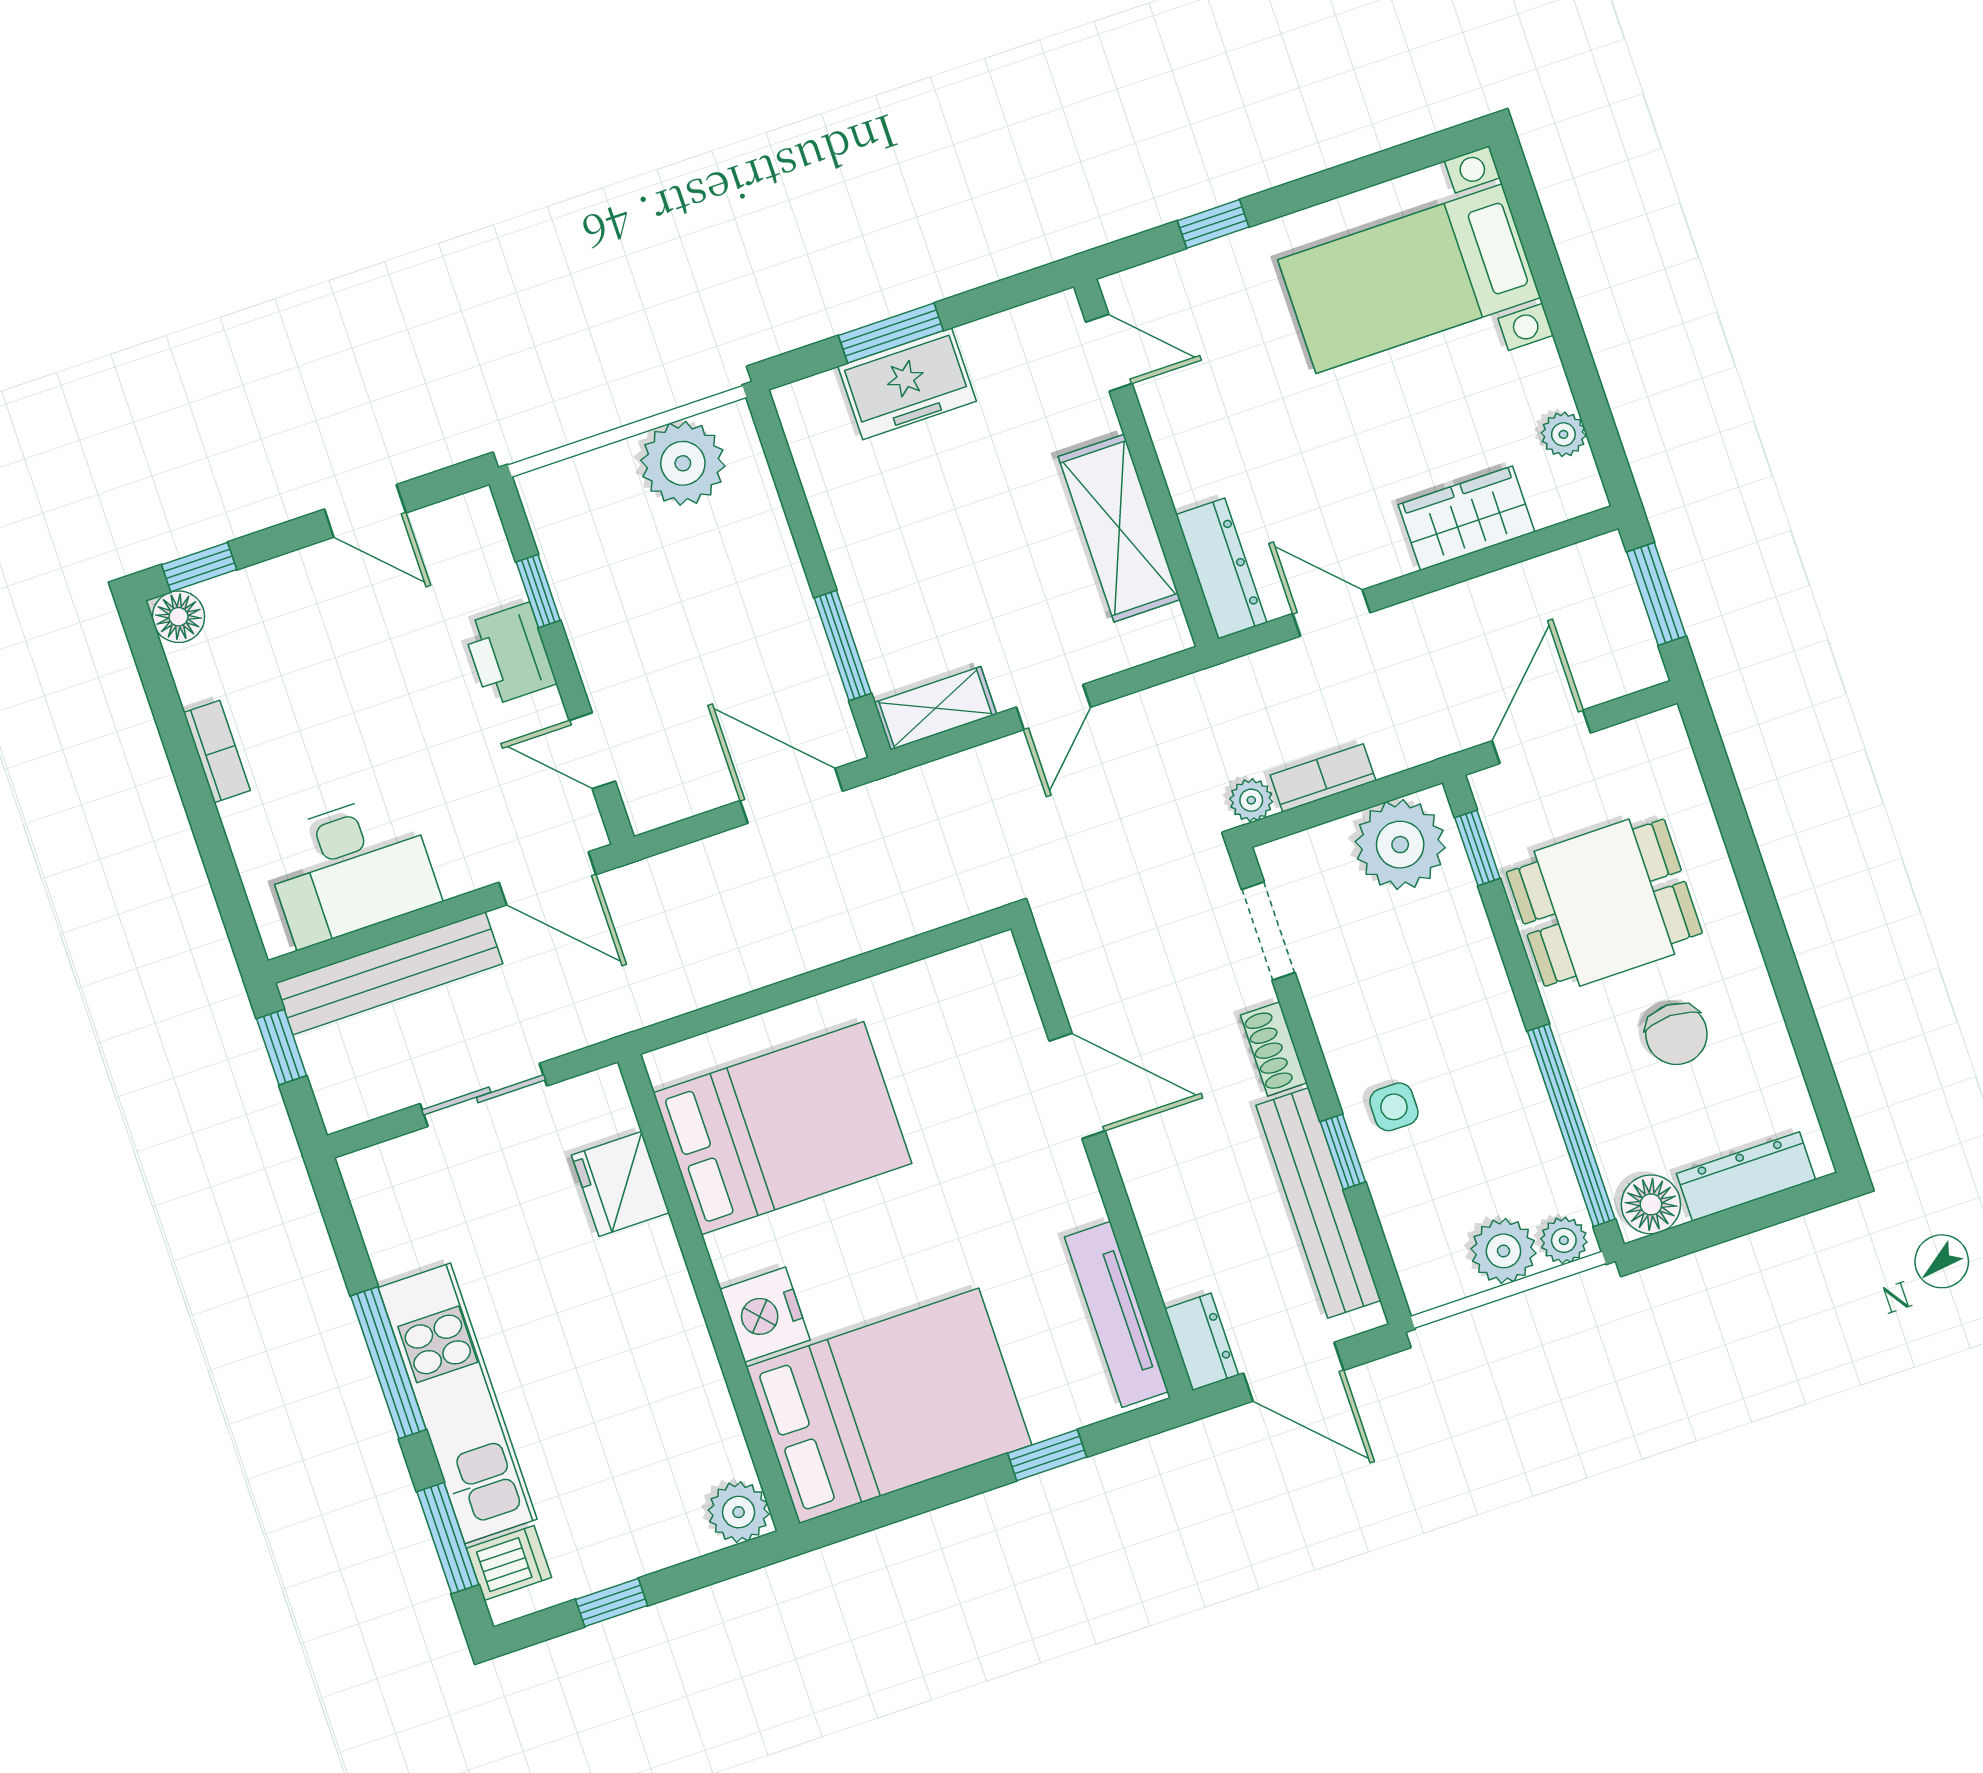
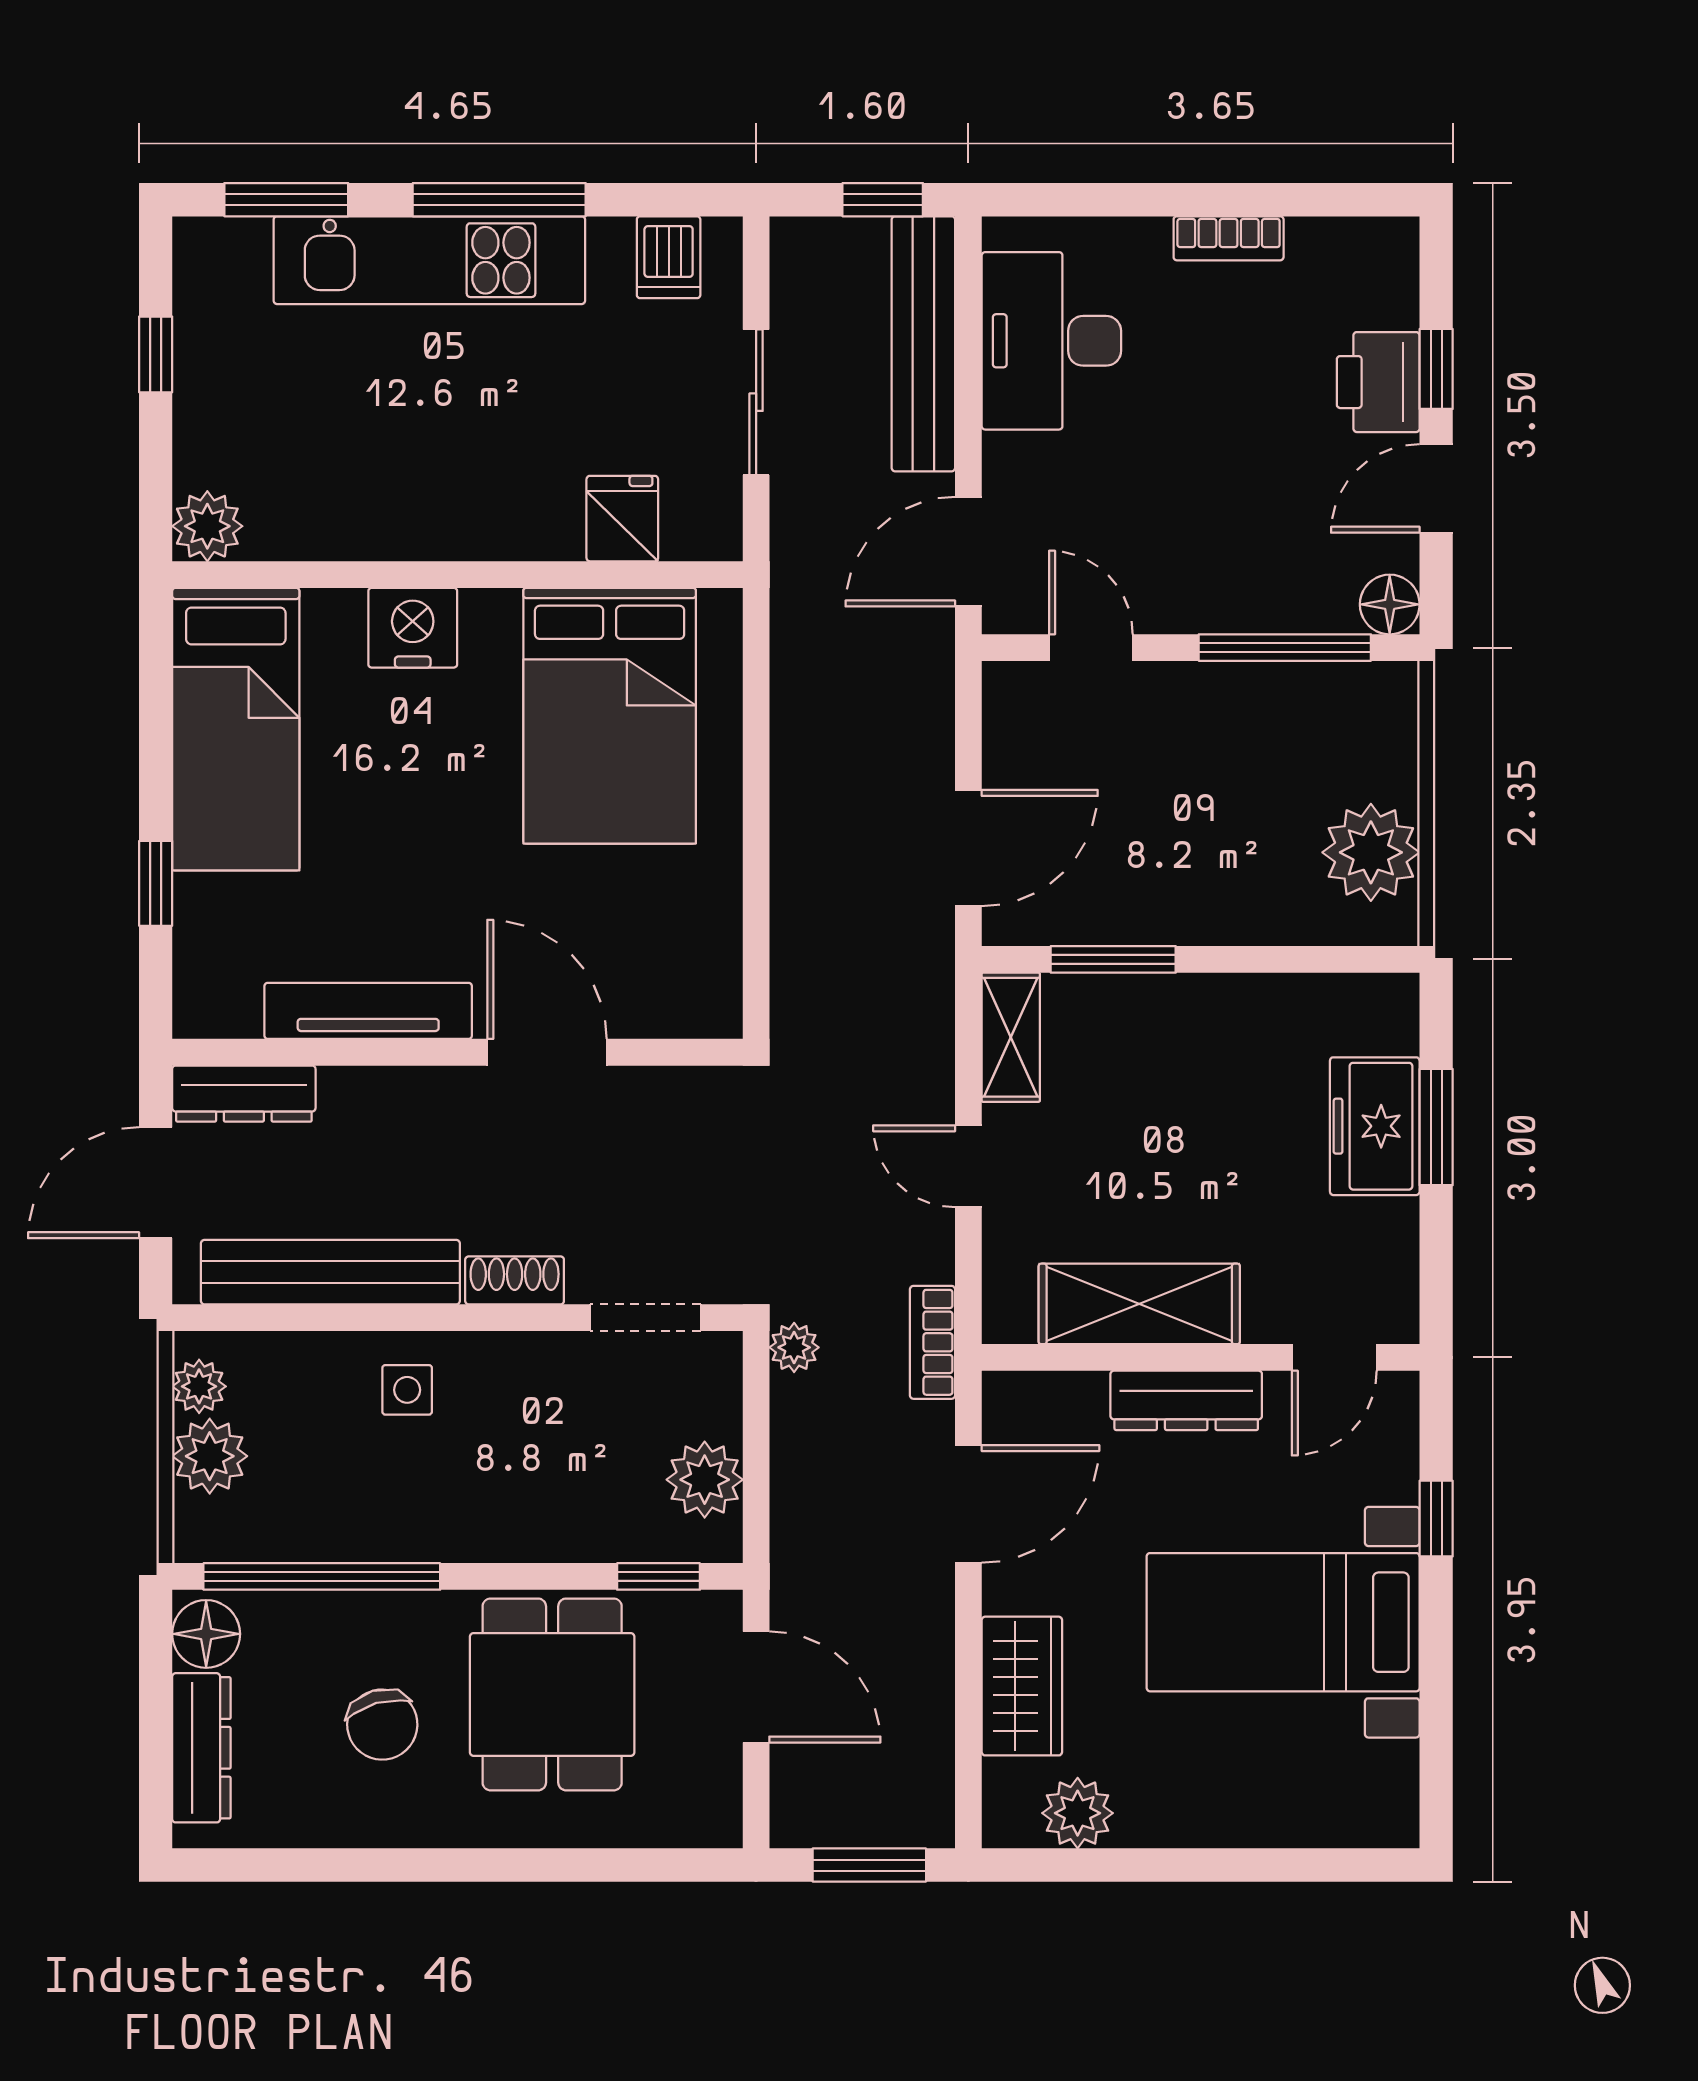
bed with nightstands: (1409, 279) -> (1283, 1622), moved, turned -90
plant: (1563, 434) -> (1078, 1813), width x1.38, depth x1.38
window: (199, 567) -> (1436, 369), moved
dresser: (1221, 569) -> (1186, 1400), moved
window: (538, 591) -> (1285, 648), width x2.17
door: (1331, 613) -> (968, 1504), width x1.38
floor lamp: (178, 617) -> (1390, 604), moved
printer: (509, 654) -> (1378, 382), moved, turned -90
door: (592, 751) -> (1091, 648), hinge flipped
bookcase: (1323, 778) -> (933, 1342), moved, turned 180
plant: (1400, 845) -> (705, 1480), width x0.73, depth x0.73
chair: (1676, 1034) -> (382, 1725), turned -106
door: (1077, 1086) -> (547, 1052), swing flipped
window: (1343, 1152) -> (377, 1318), removed
fridge: (620, 1184) -> (622, 519), width x0.72
plant: (1564, 1240) -> (199, 1386), moved
tv unit: (1116, 1314) -> (368, 1011), moved
dresser: (1202, 1342) -> (244, 1094), width x1.44
bed: (889, 1406) -> (236, 729), width x0.67
dishwasher: (509, 1563) -> (669, 257), moved

